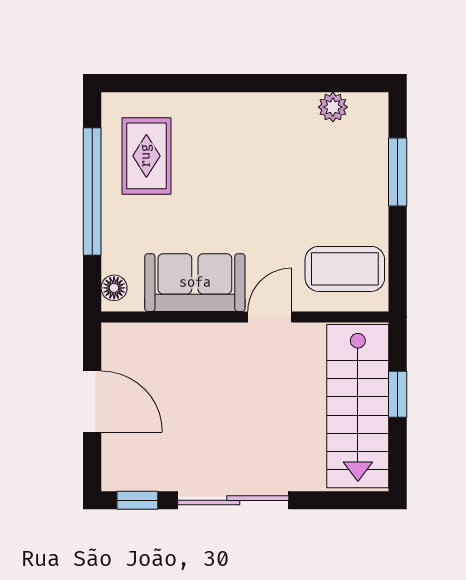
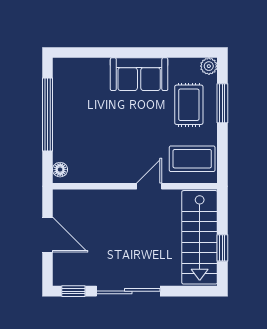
plant: (333, 107) -> (209, 66), moved
rug: (146, 156) -> (189, 105), moved
sofa: (195, 283) -> (139, 74), moved, turned 180
window: (398, 394) -> (222, 248), moved

